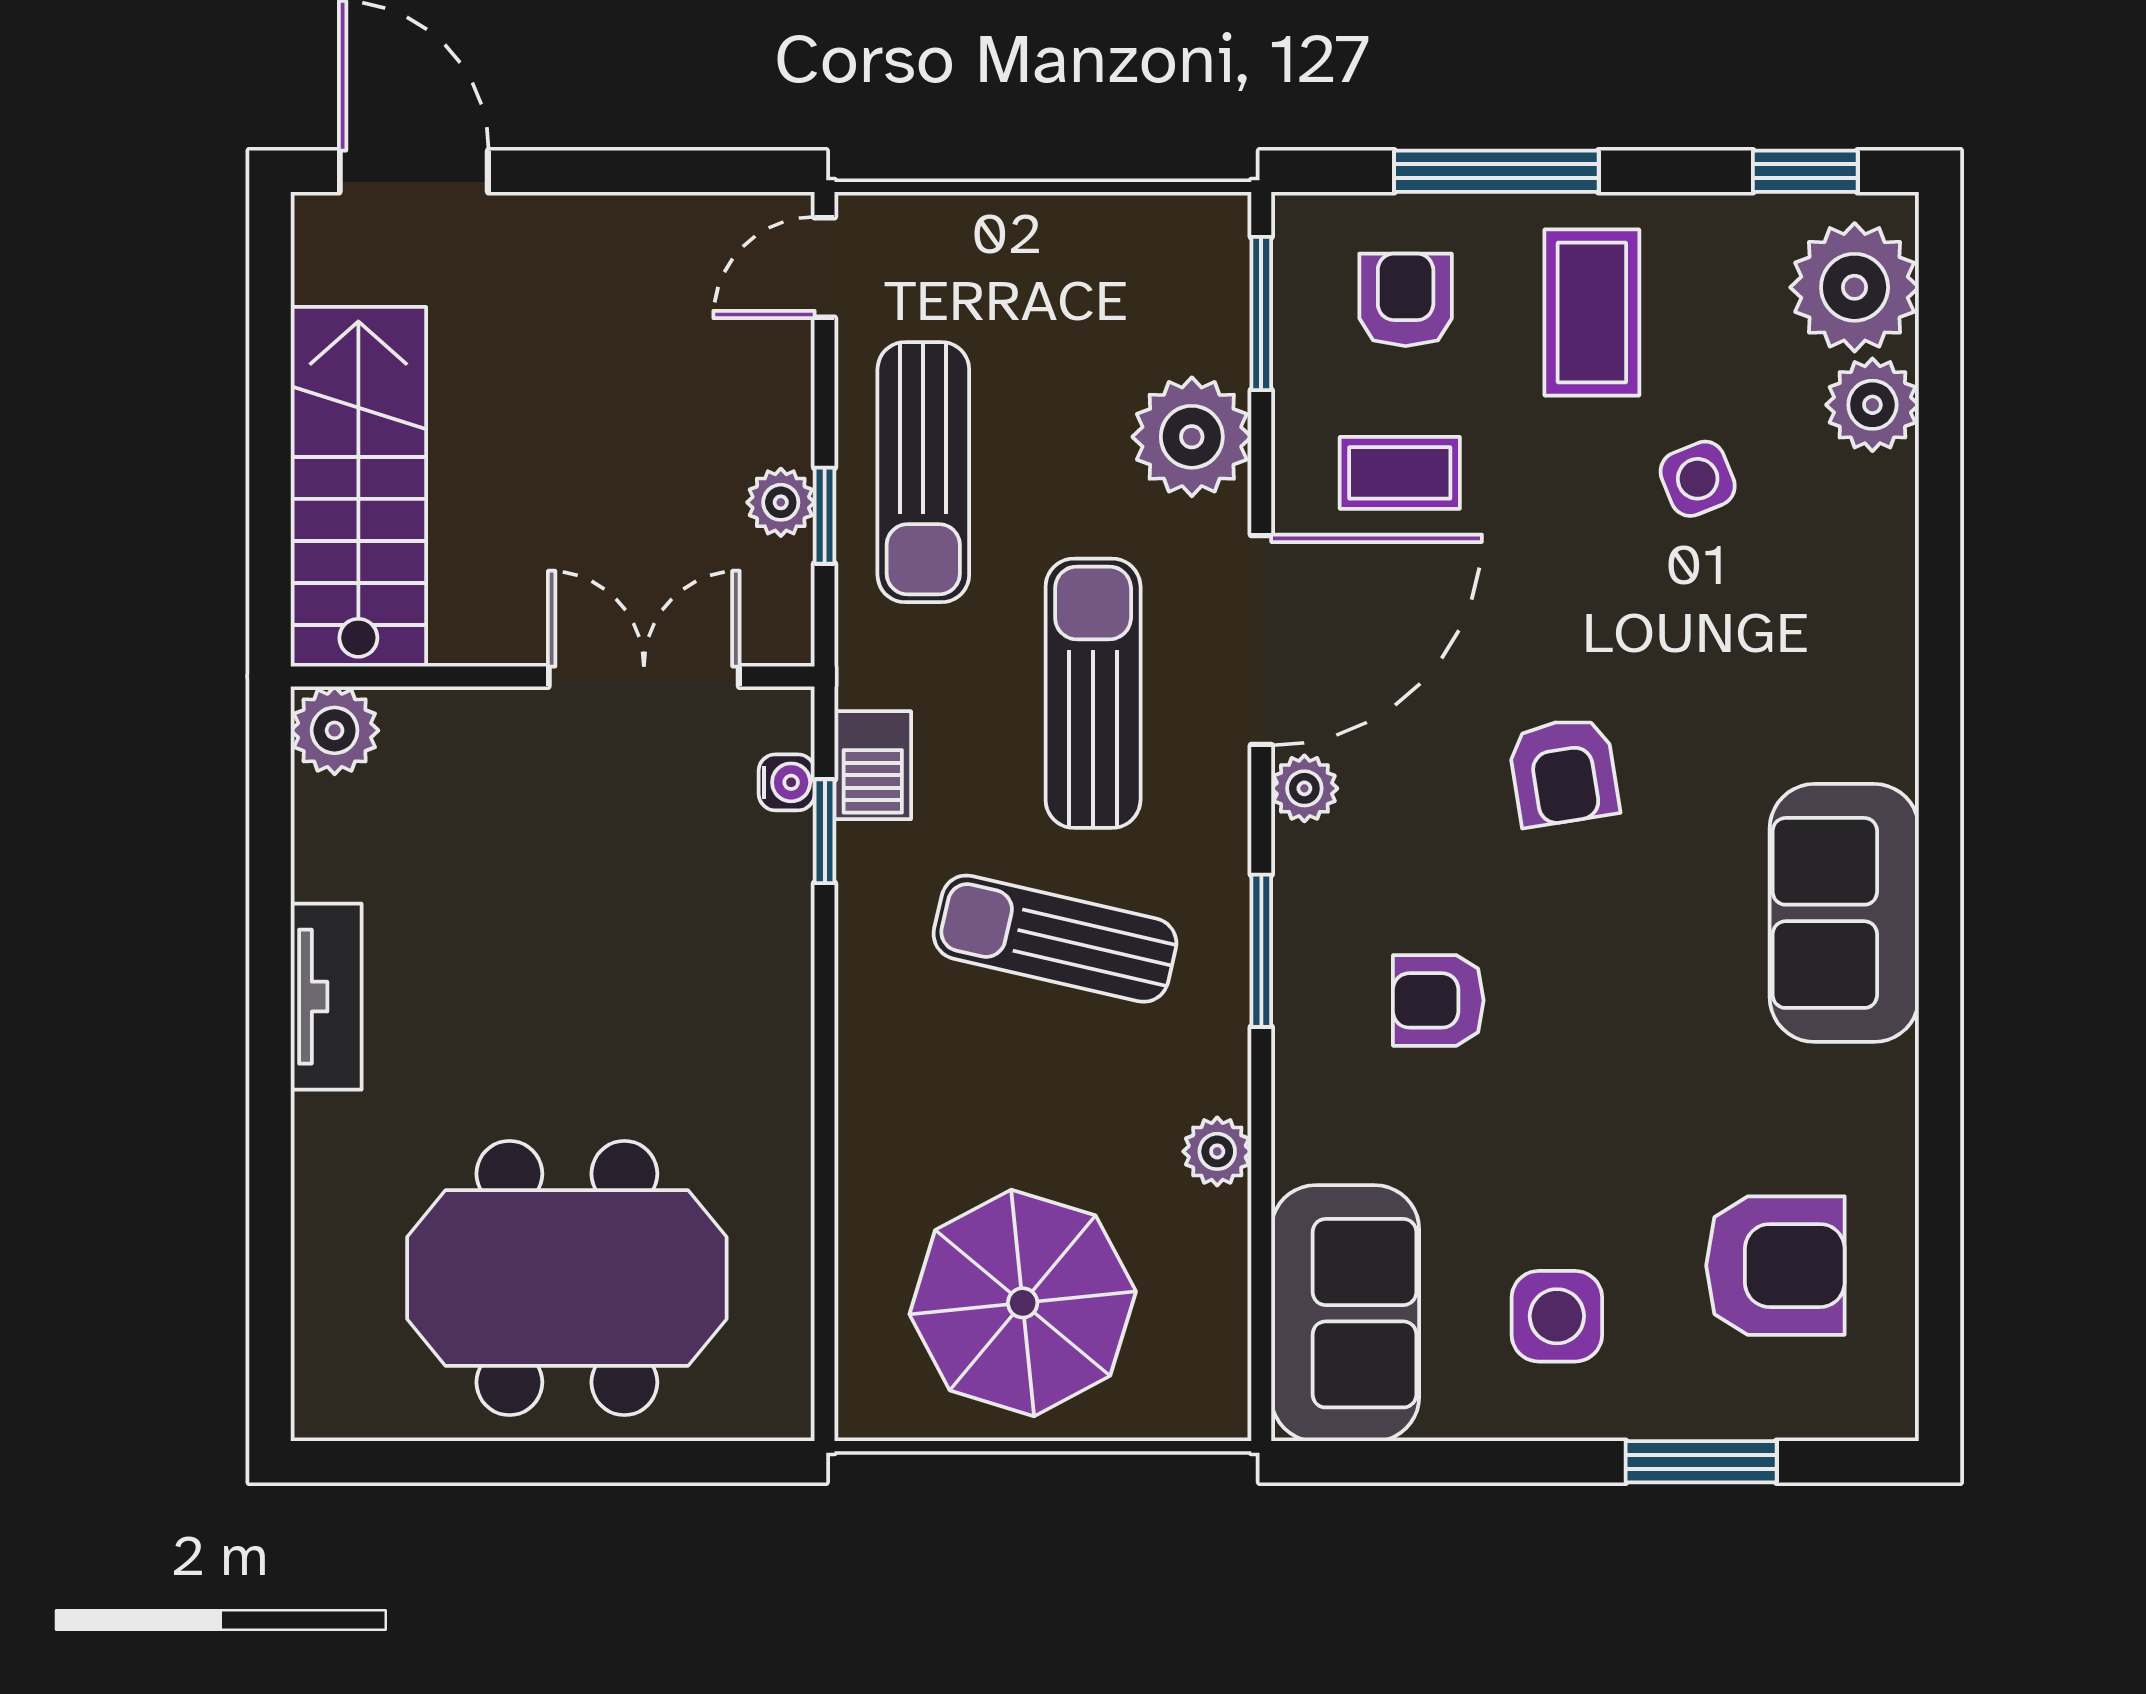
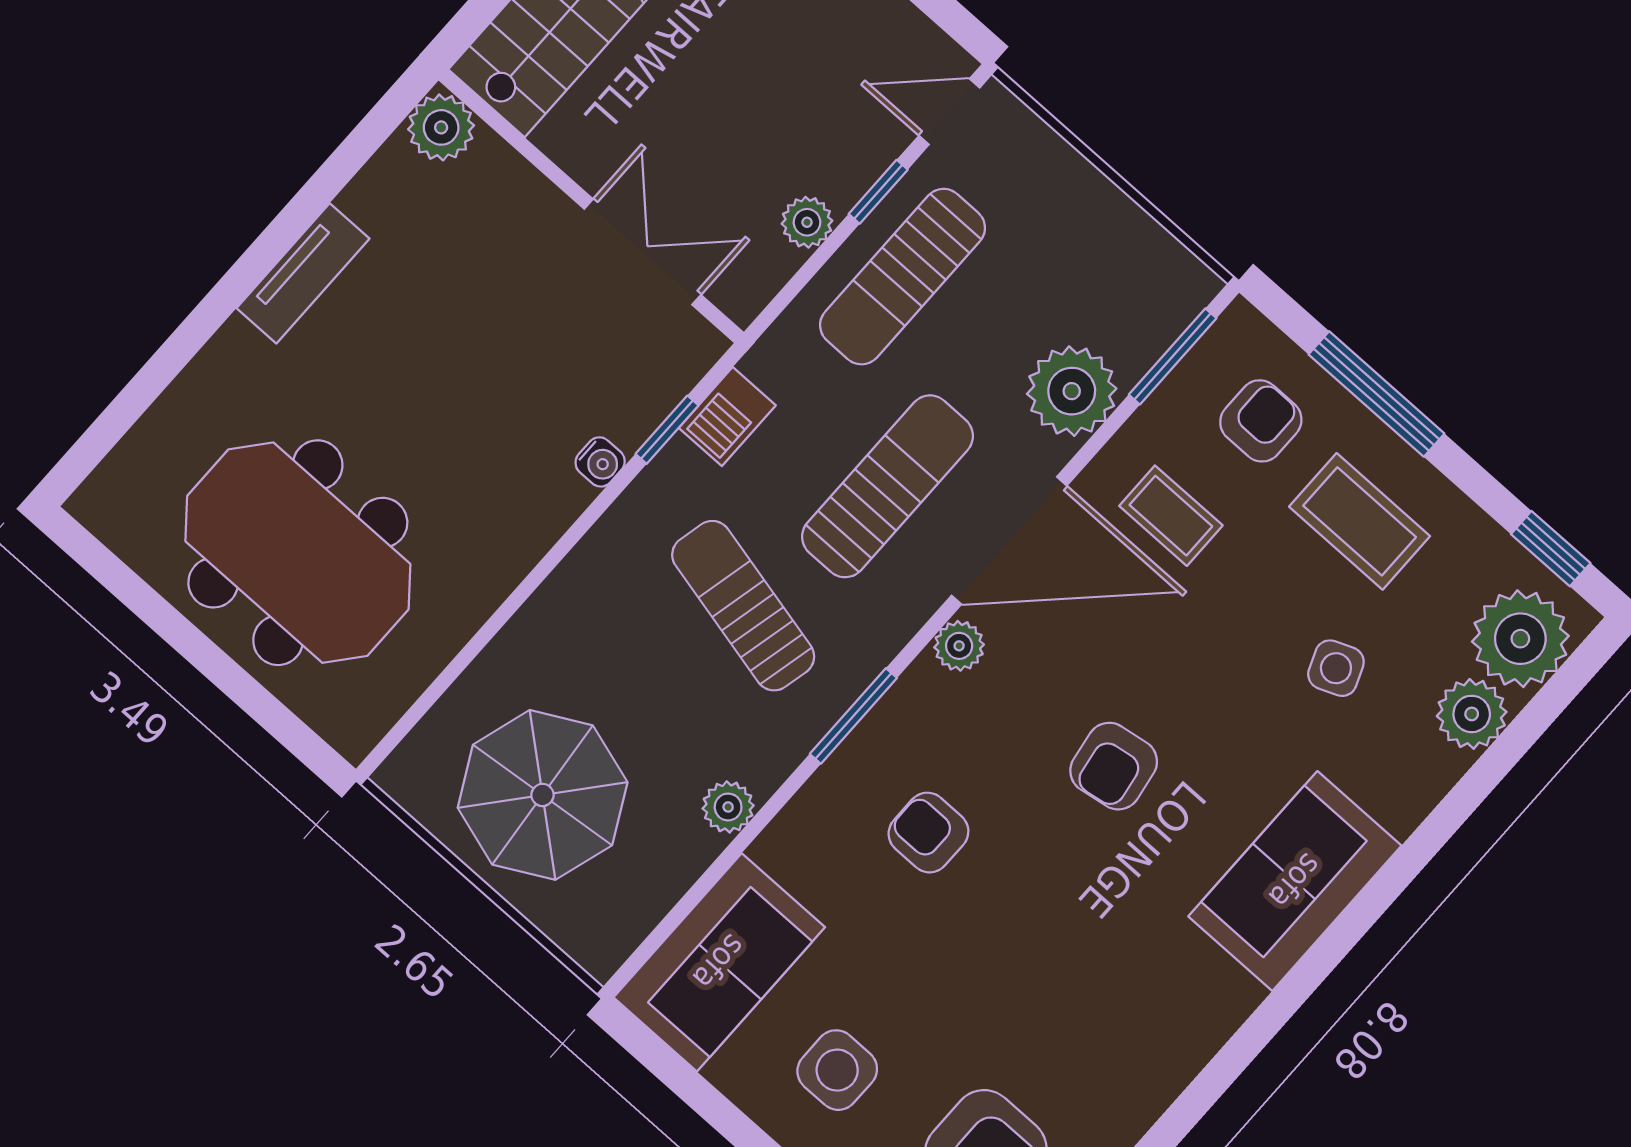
coffee table: (1592, 313) -> (1360, 521), turned 90
window: (825, 516) -> (878, 192), moved
water cooler: (787, 782) -> (600, 462), moved
sofa: (1844, 913) -> (1295, 881), moved

